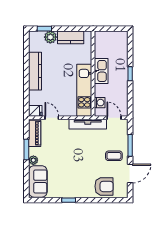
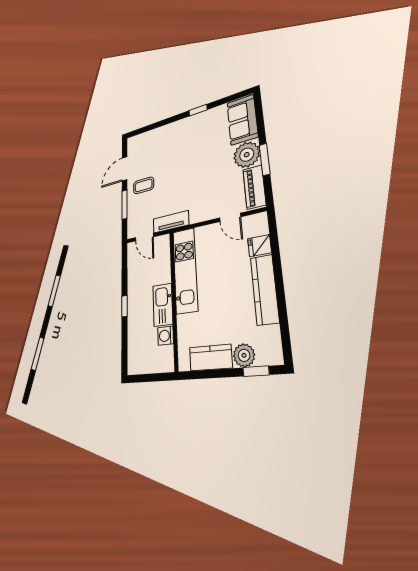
washing machine: (100, 103) -> (166, 336), moved
fridge: (35, 111) -> (259, 246), moved
tv unit: (88, 124) -> (171, 222), width x0.71
plant: (33, 160) -> (247, 155), width x1.87, depth x1.87
armchair: (104, 186) -> (155, 143), removed

